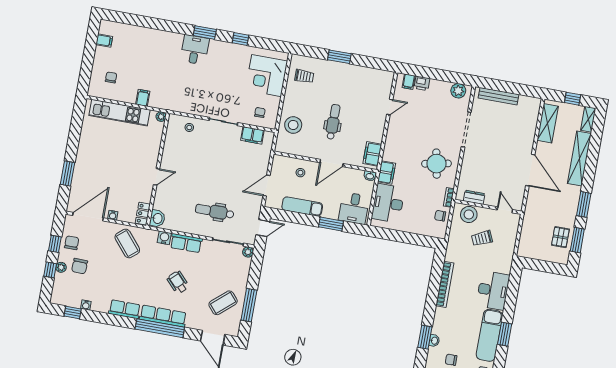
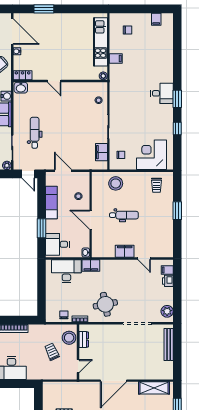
filing cabinet: (372, 154) -> (125, 251), moved

